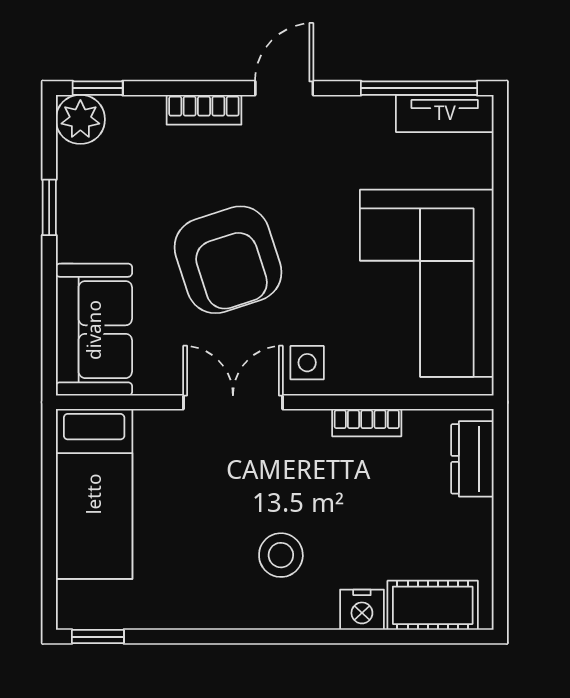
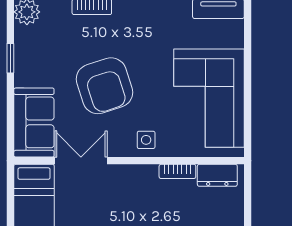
double door: (233, 402) -> (81, 161), moved
dresser: (472, 459) -> (217, 175), moved, turned -90

